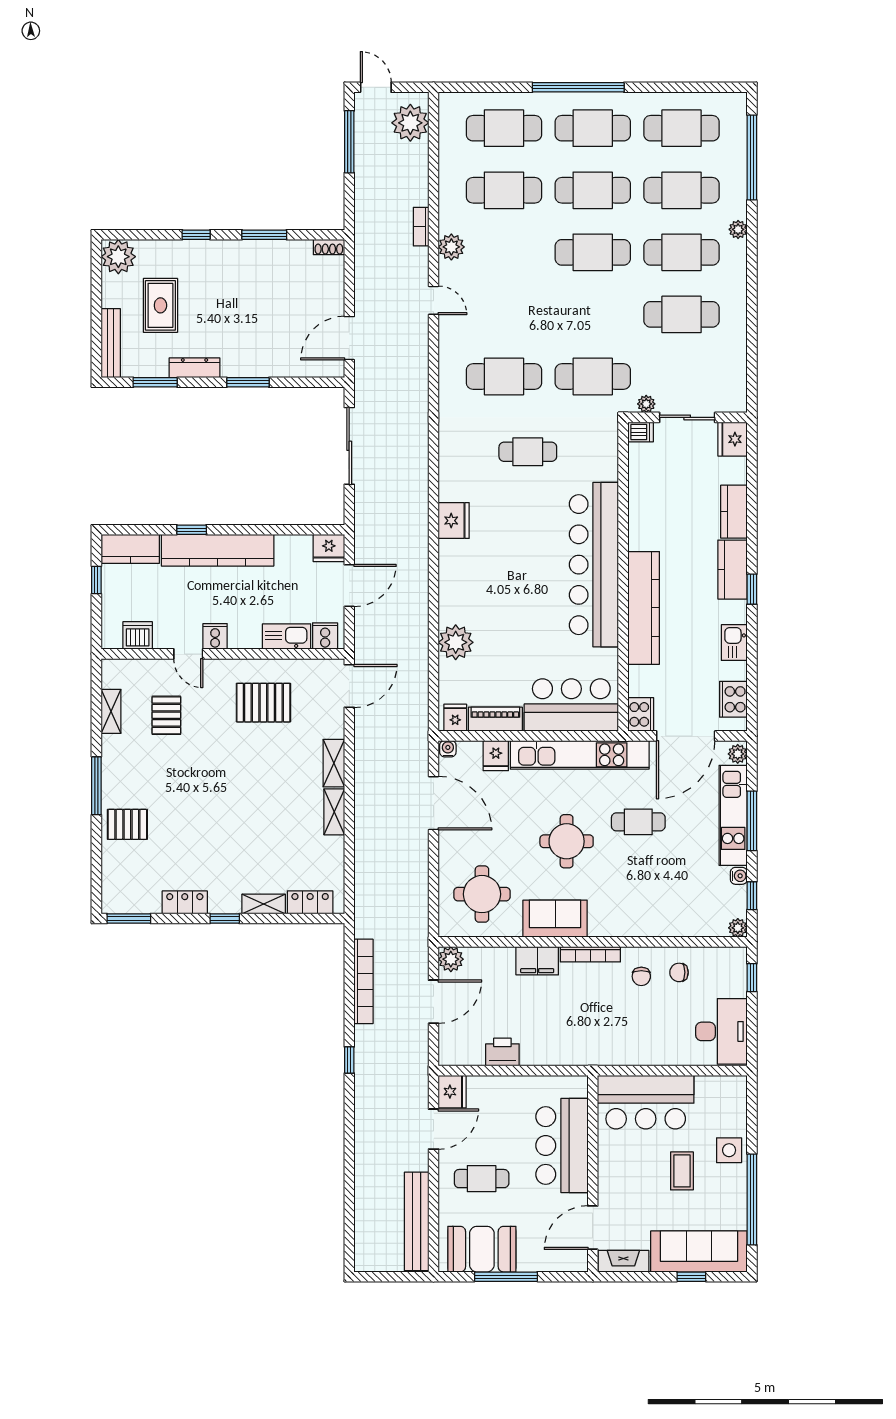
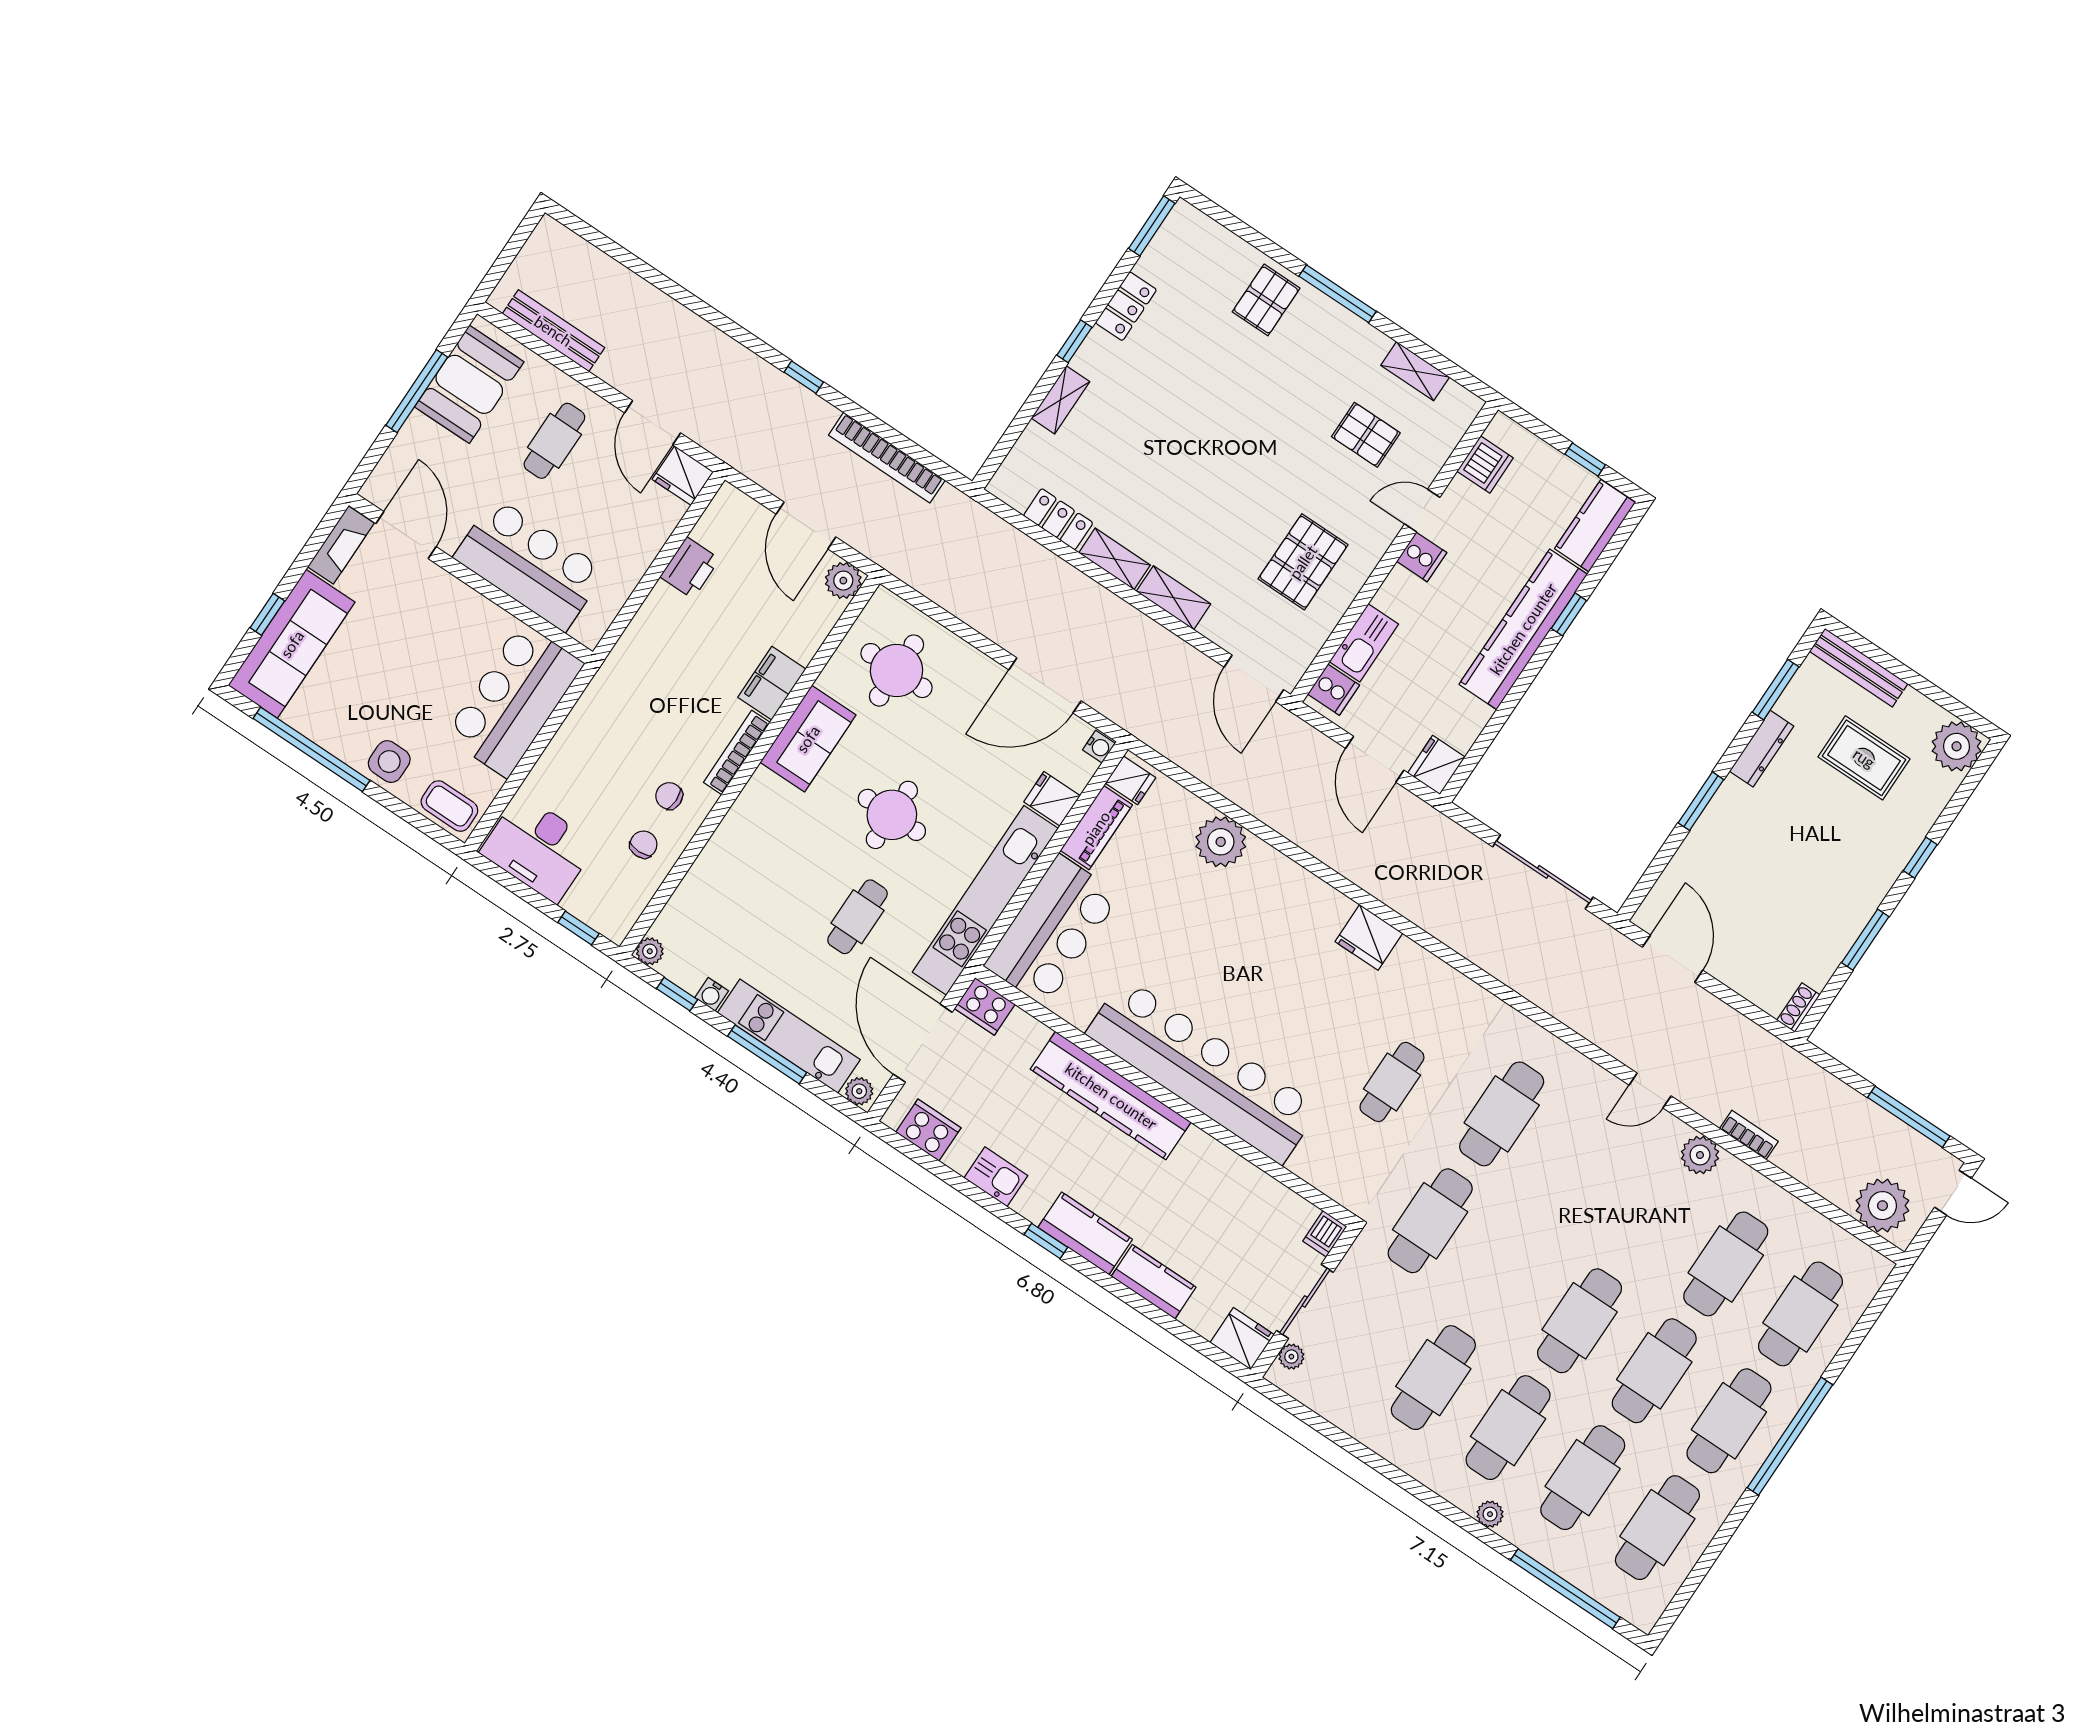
plant: (646, 404) -> (1291, 1357), moved
locker: (310, 902) -> (1058, 519), moved, turned -90
coffee table: (682, 1171) -> (449, 806), moved
bench: (417, 1221) -> (553, 331), width x0.73, depth x0.82

